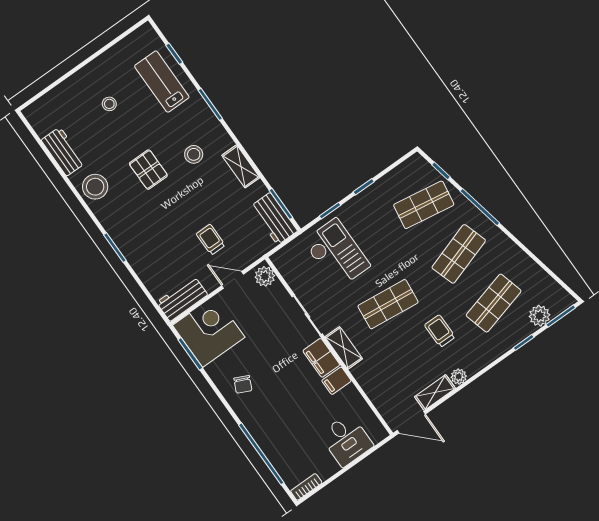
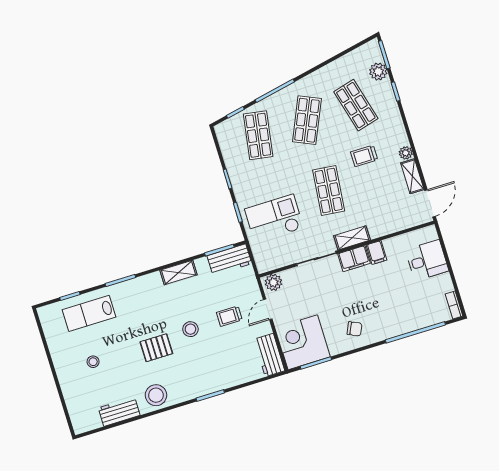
stool: (194, 154) -> (190, 329), moved
shop shelf: (459, 254) -> (307, 120), turned 42

